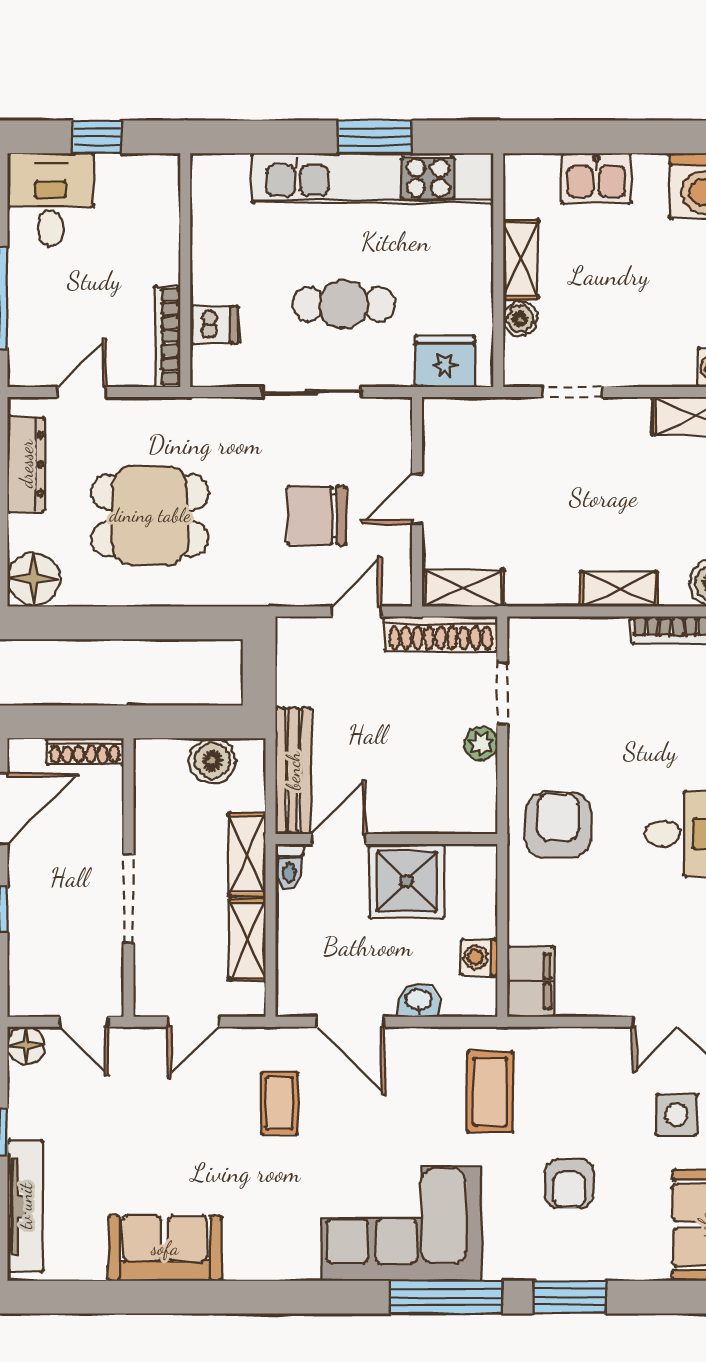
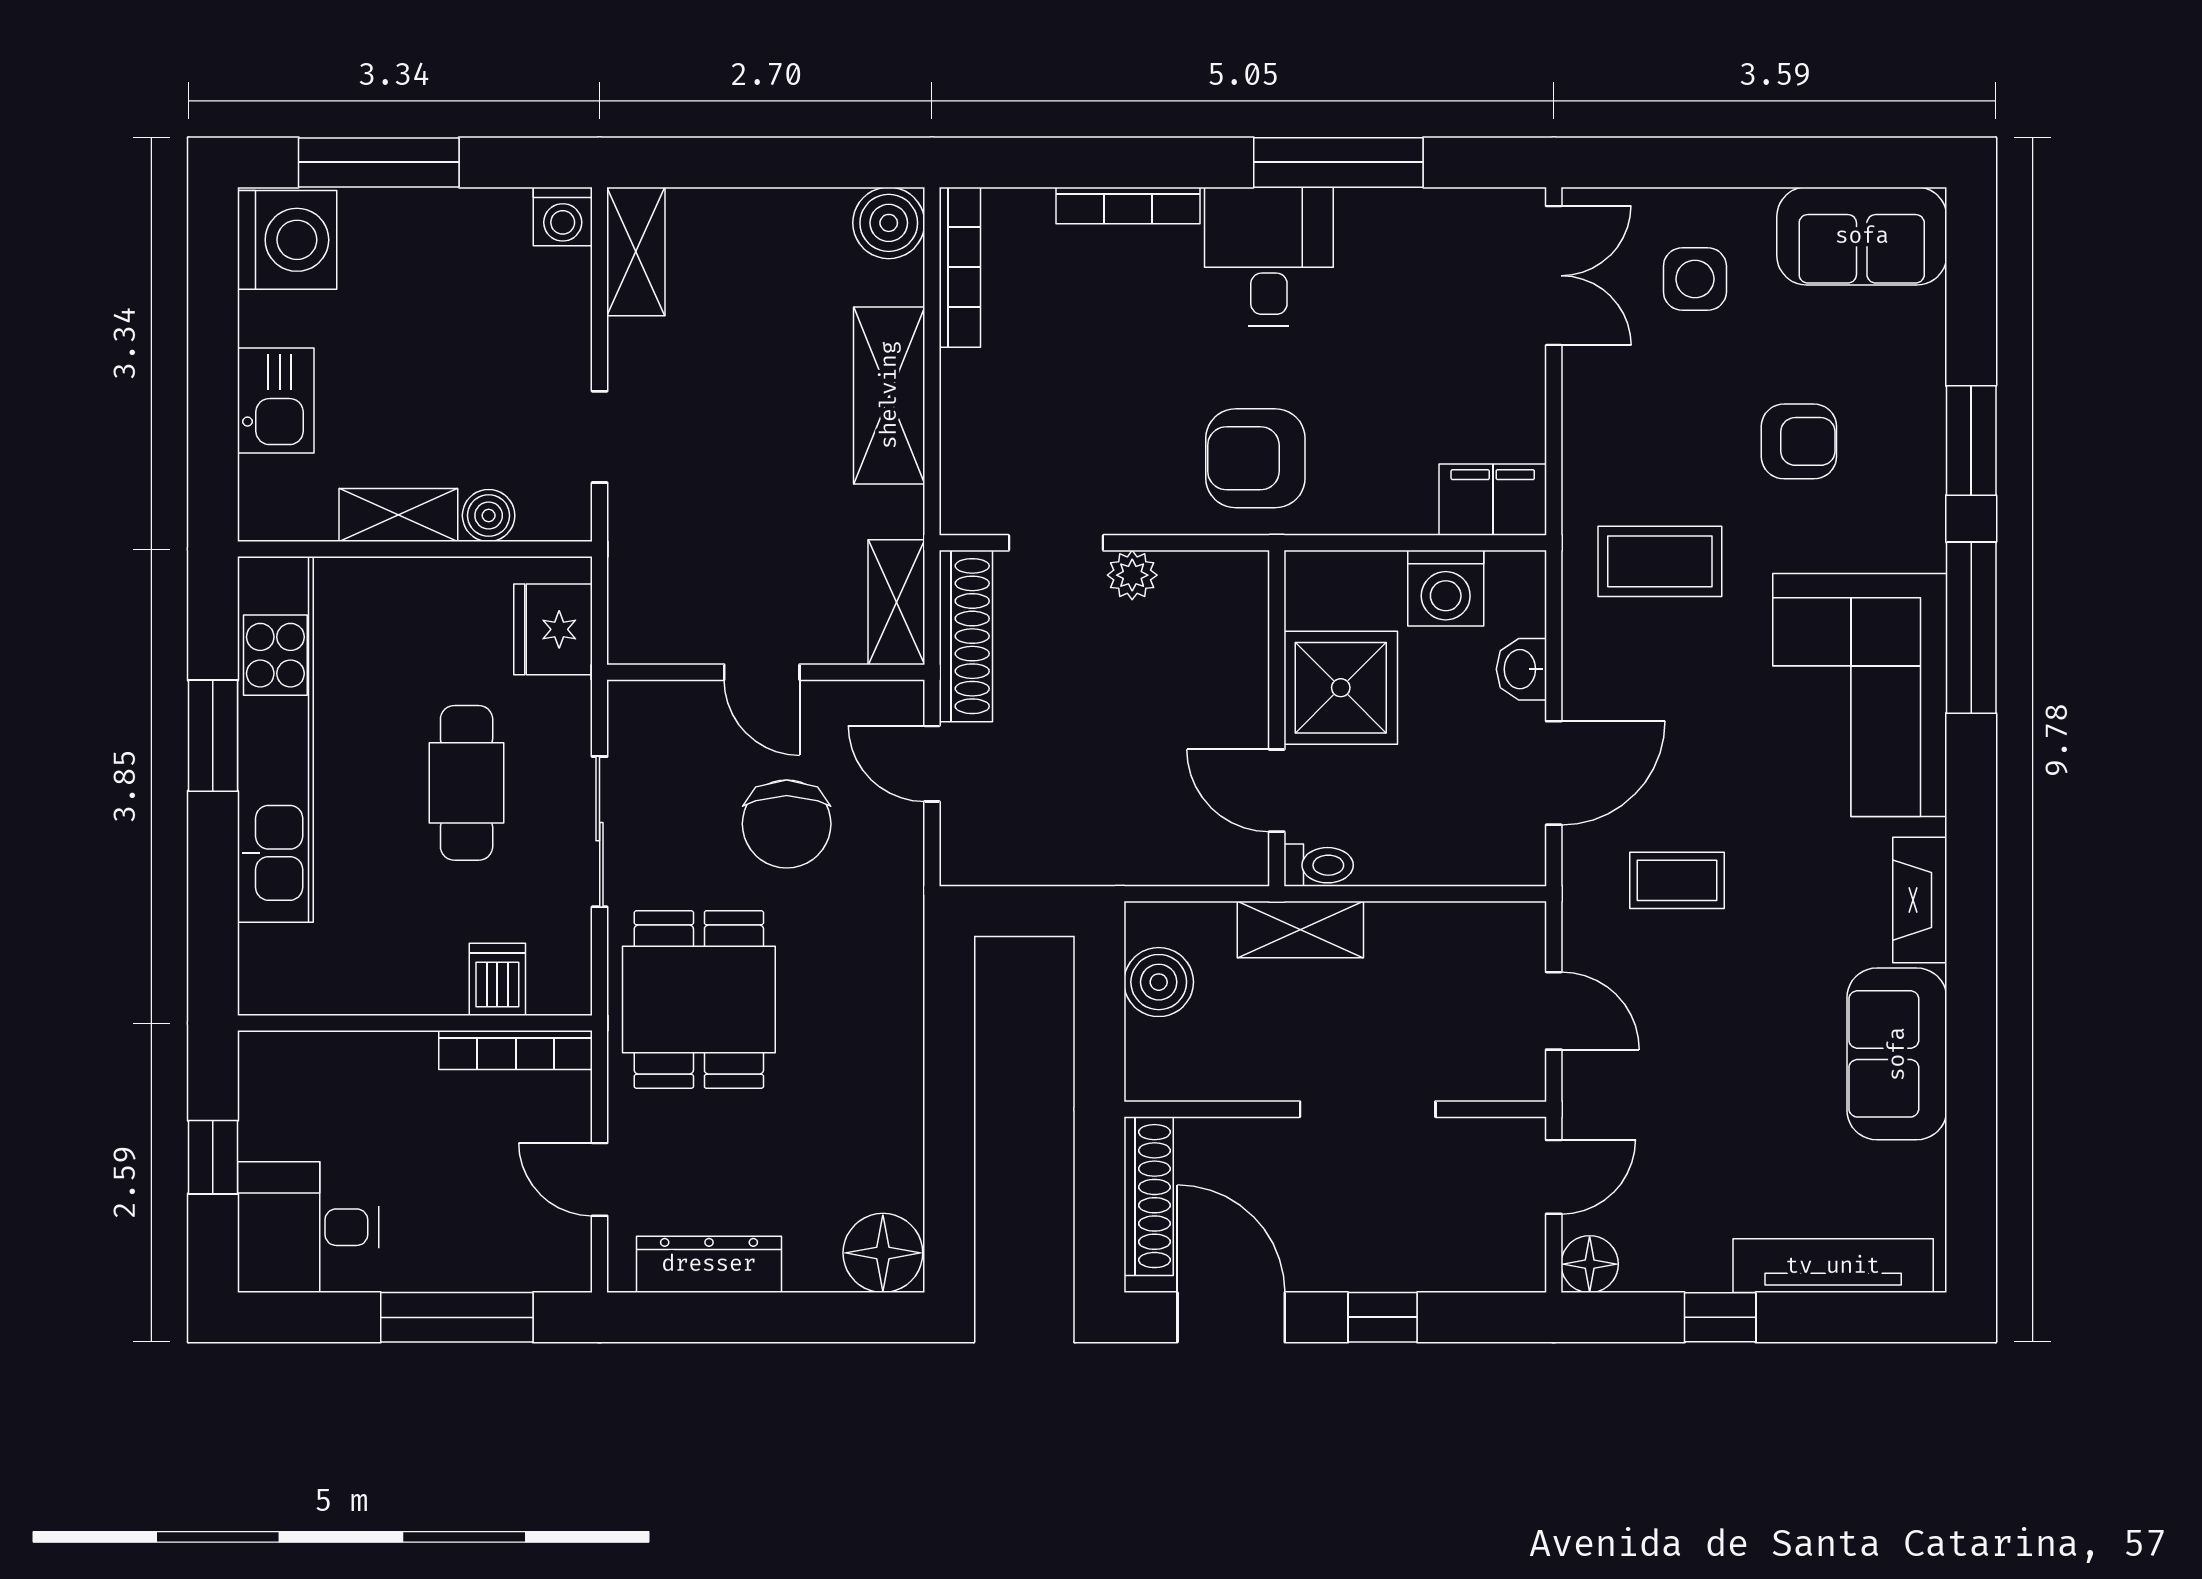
dining table: (150, 515) -> (699, 1000), moved
shelving: (619, 589) -> (889, 395), width x1.50, depth x1.33
shoe rack: (85, 751) -> (1149, 1196), width x1.36, depth x1.24
bench: (293, 771) -> (1173, 860), removed
shelving: (247, 940) -> (1430, 929), removed
washing machine: (479, 957) -> (1446, 588), width x1.38, depth x1.38
fireplace: (266, 1263) -> (1920, 900), added

